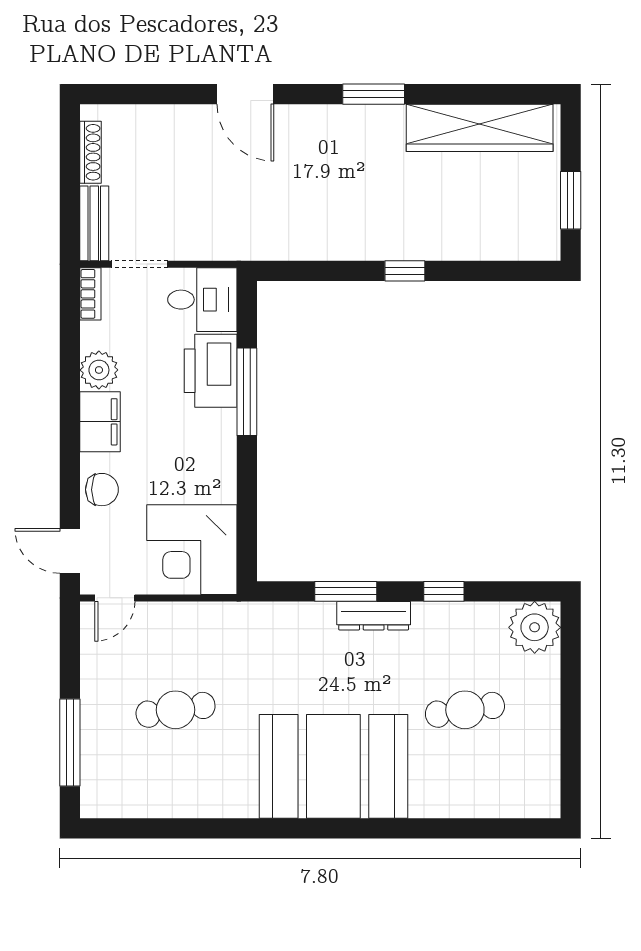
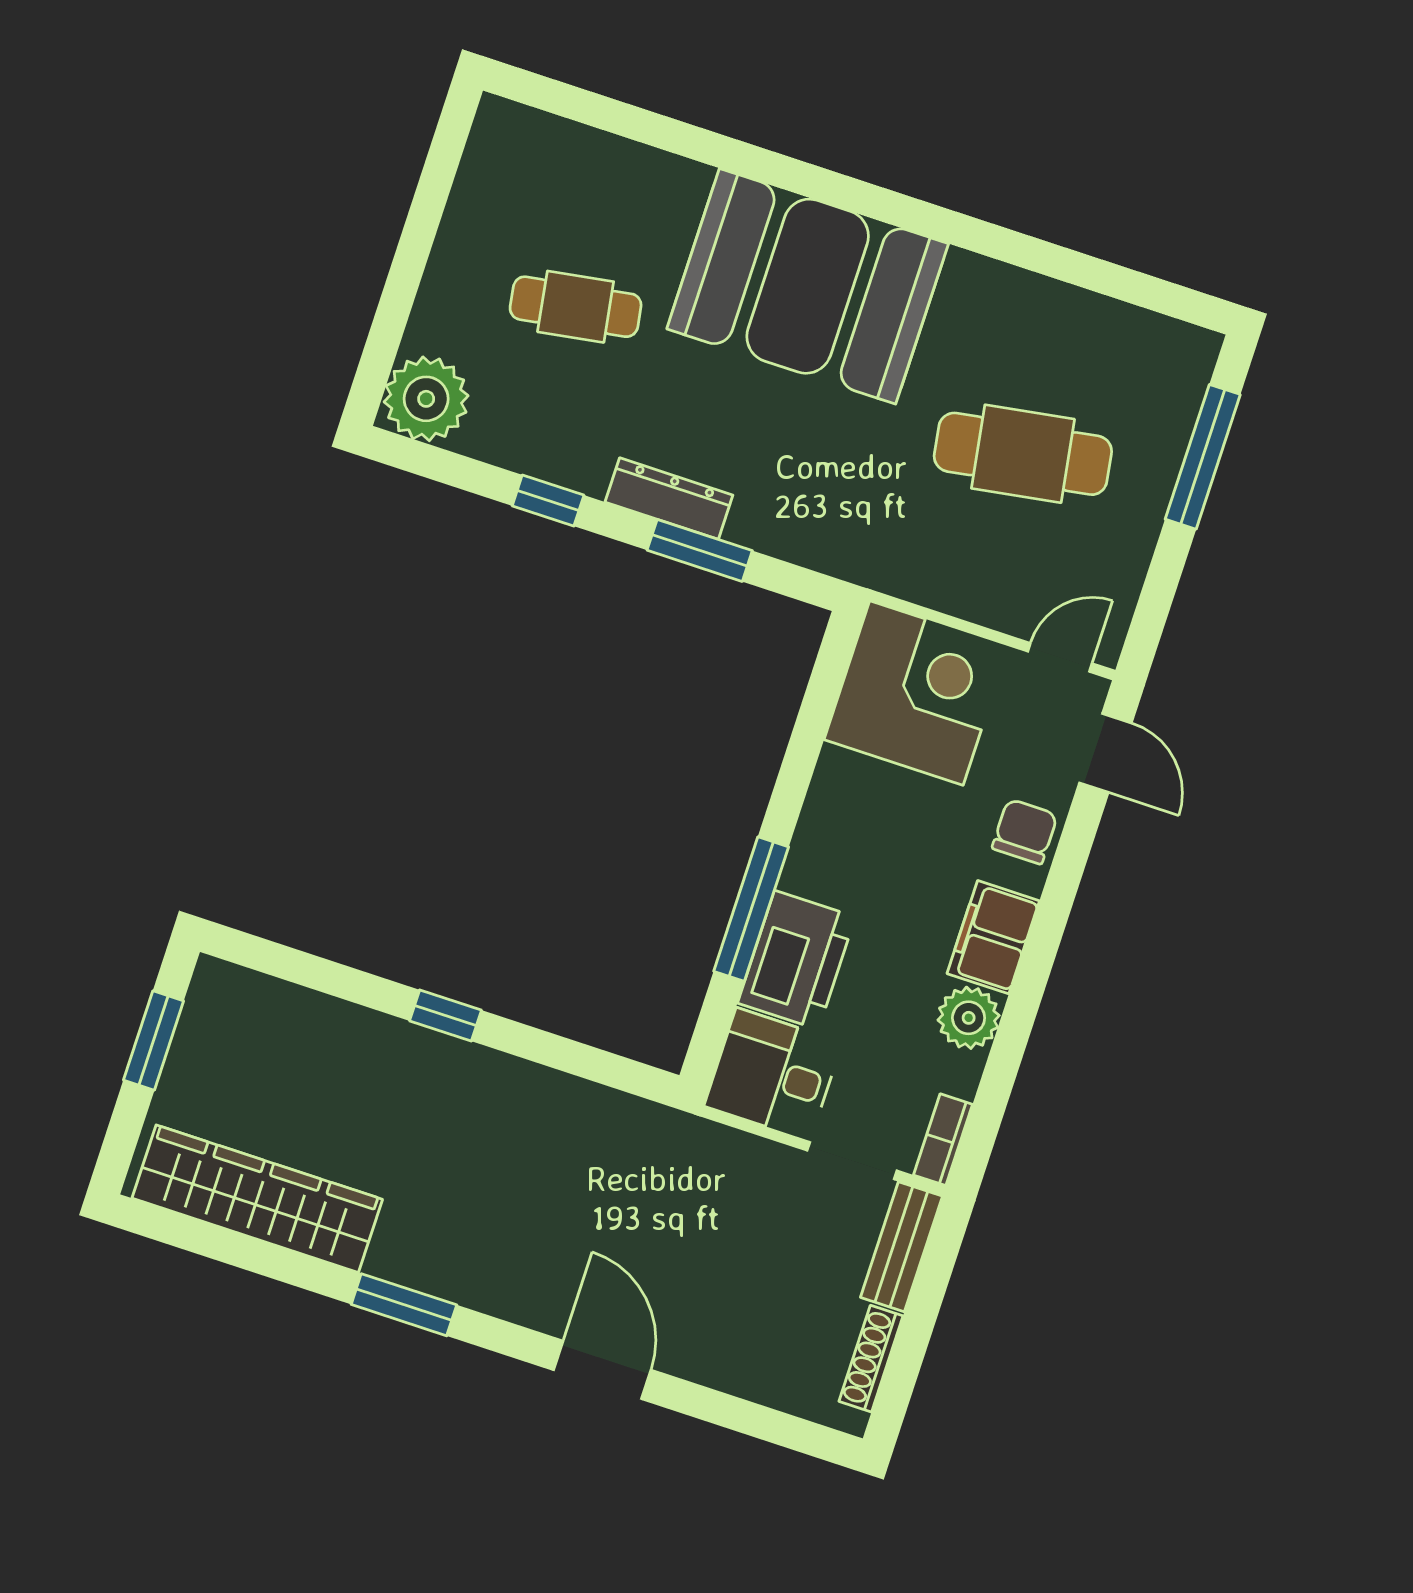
chair: (102, 490) -> (1025, 832), turned 90
cafe table: (176, 710) -> (1023, 454), width x1.37, depth x1.35

